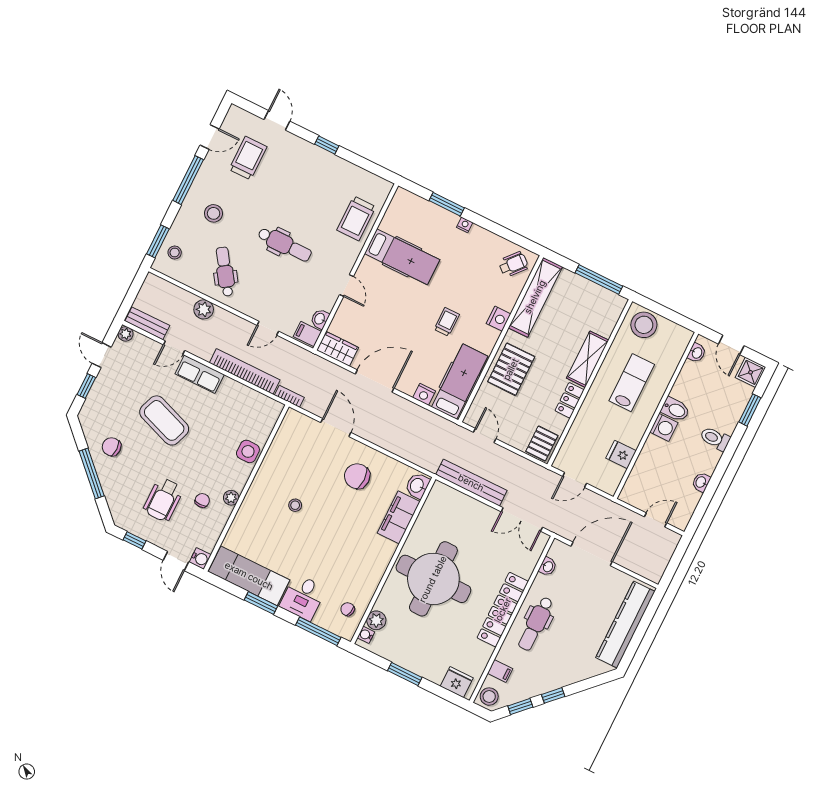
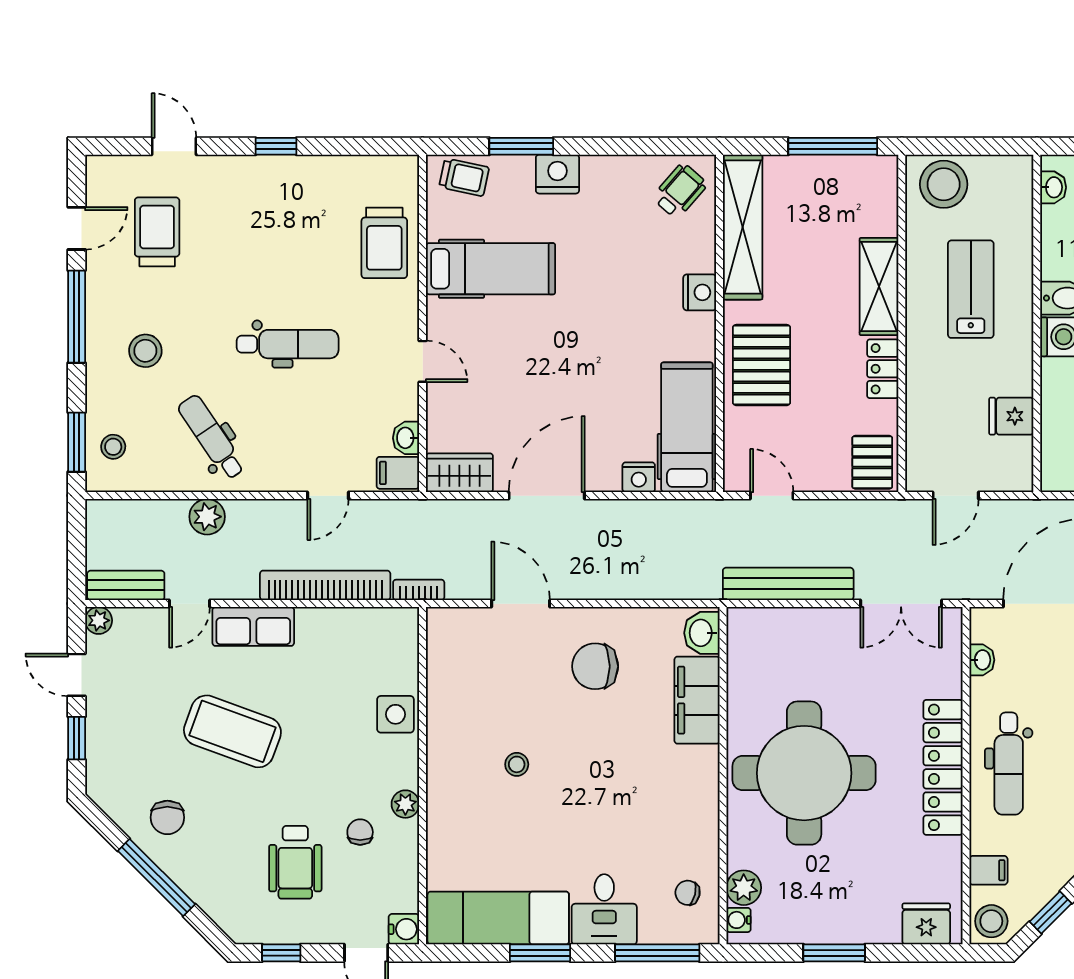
nightstand: (465, 225) -> (557, 174), width x1.89, depth x1.79
trolley: (447, 322) -> (464, 177), moved, turned 102
chair: (112, 447) -> (167, 817), turned -90

